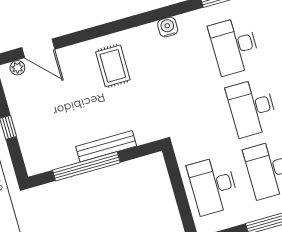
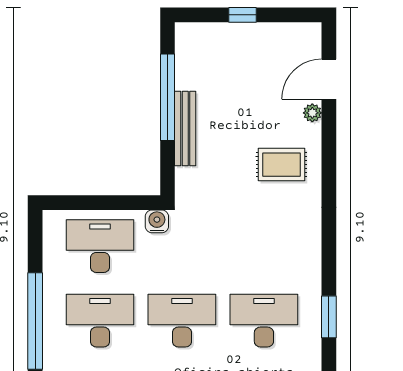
water cooler: (168, 27) -> (157, 221), moved, turned -90
plant: (17, 68) -> (312, 113), moved

